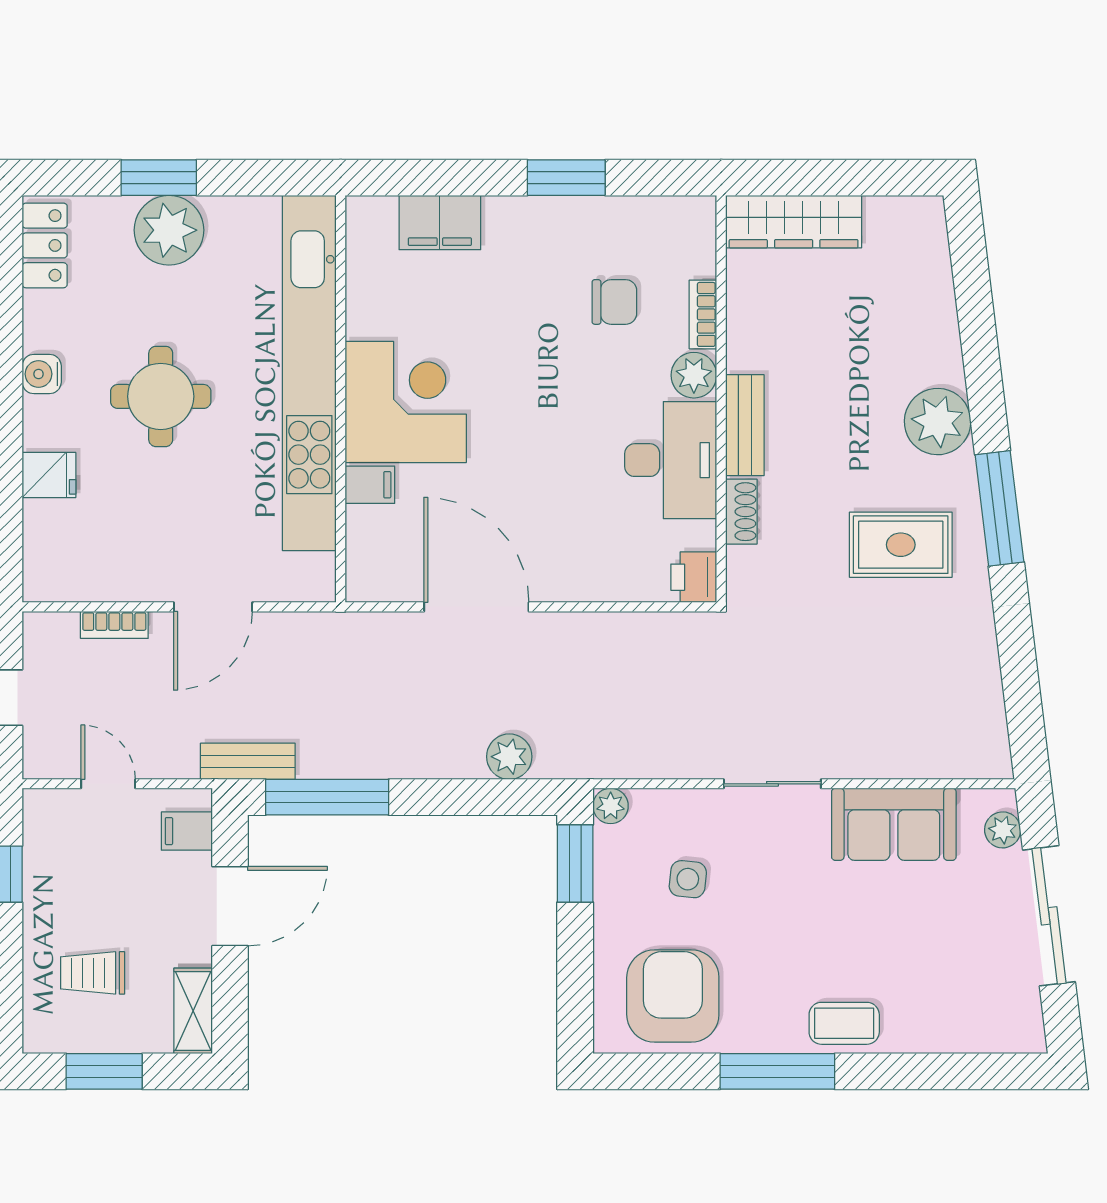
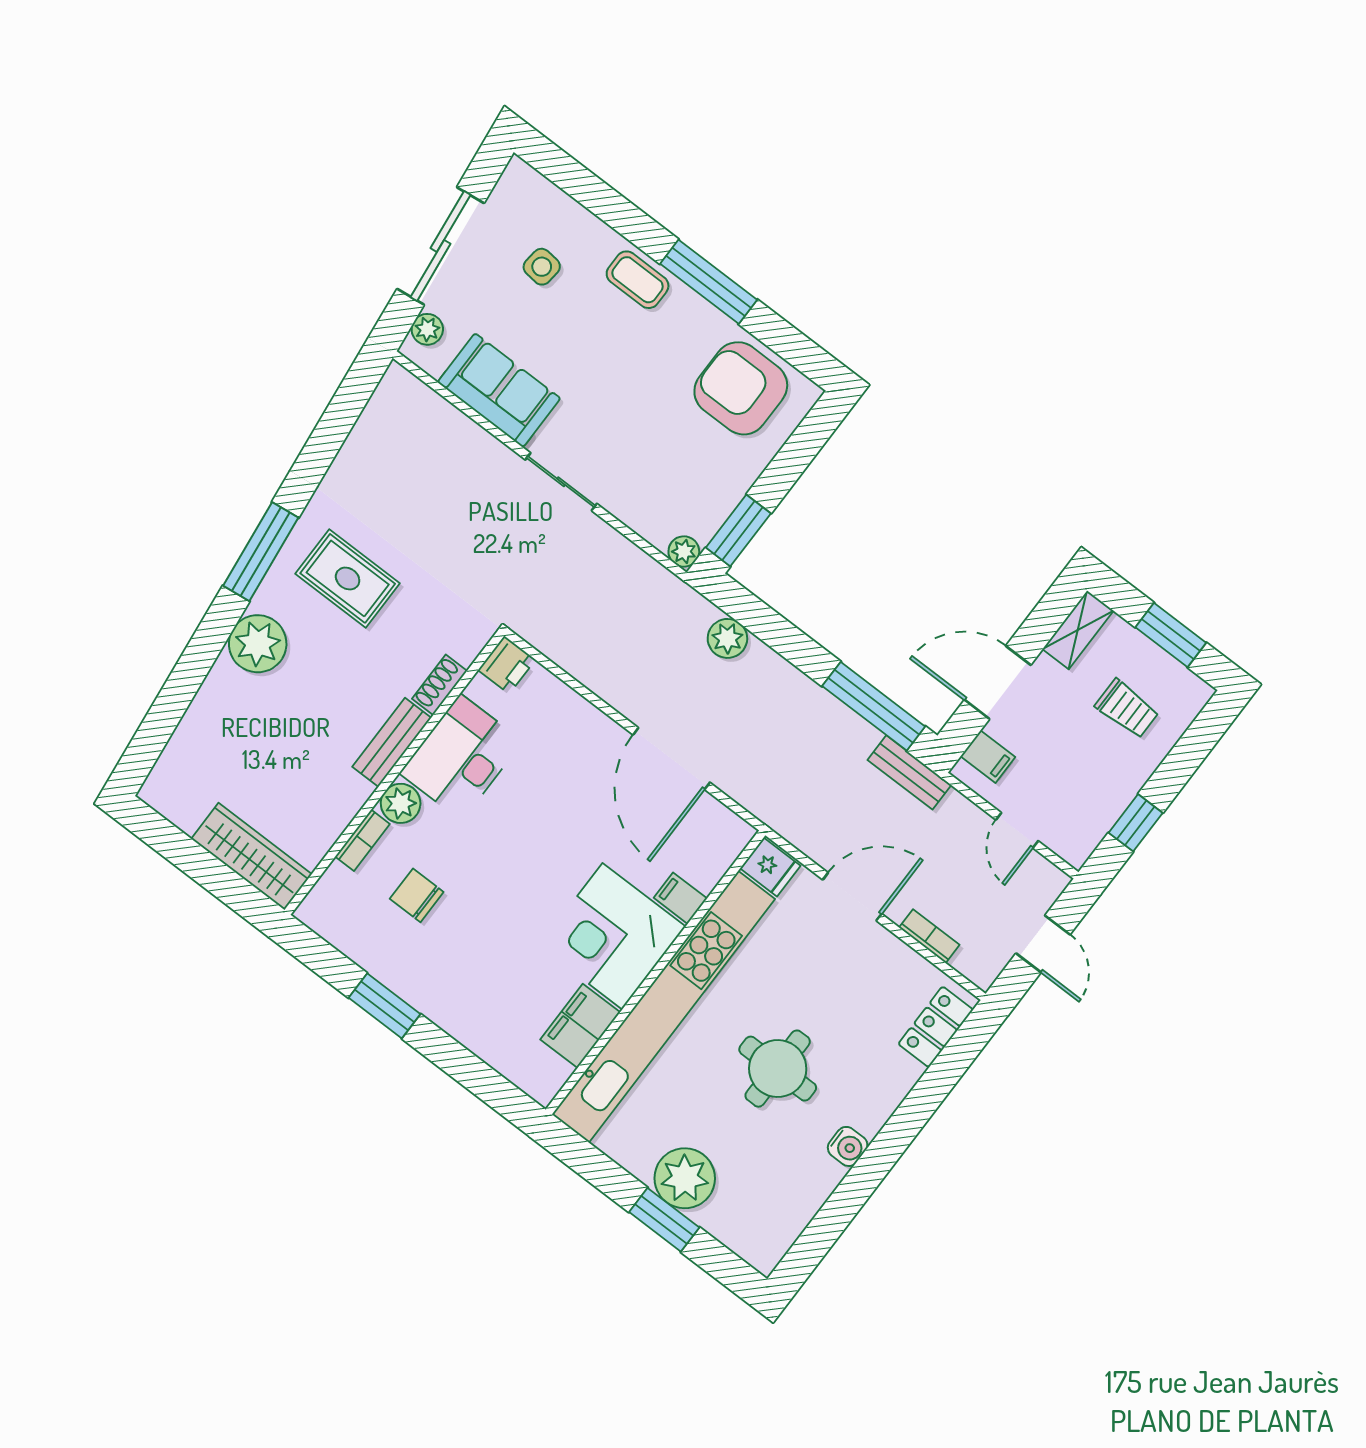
filing cabinet: (440, 223) -> (580, 1026), moved, turned -90
locker: (45, 245) -> (936, 1027), moved
fridge: (49, 475) -> (770, 867), moved, turned 180
side table: (688, 879) -> (542, 267), moved
armchair: (673, 996) -> (741, 388), turned 90

